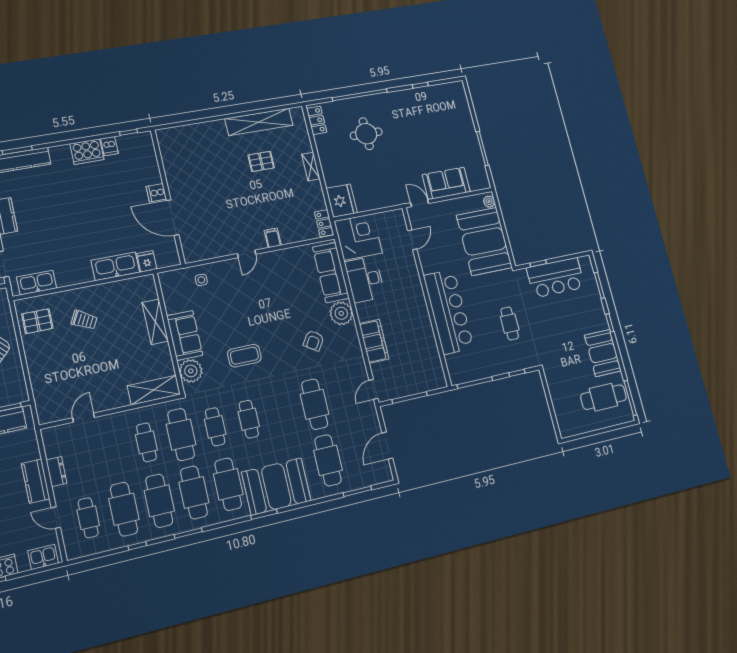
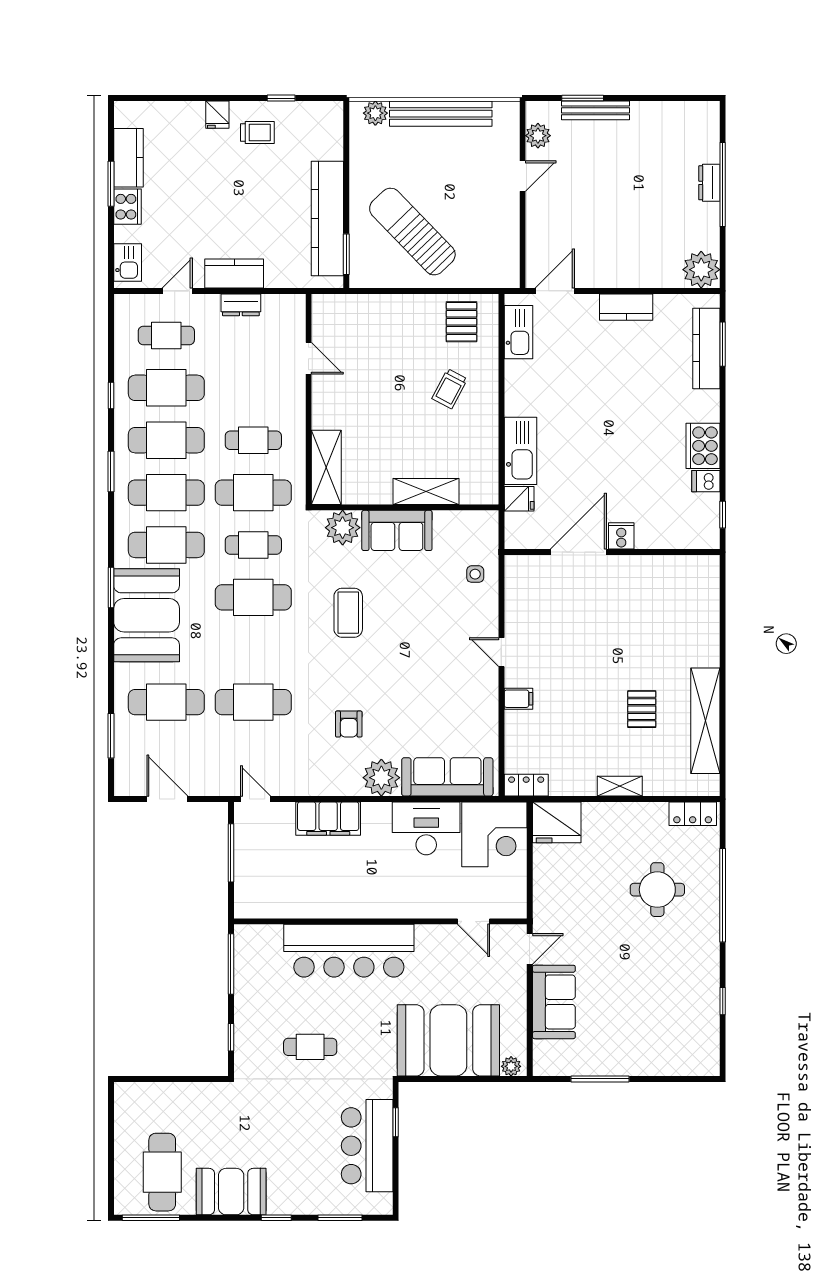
armchair: (314, 341) -> (349, 724), turned -123
cafe table: (249, 419) -> (253, 597), width x1.37, depth x1.35

